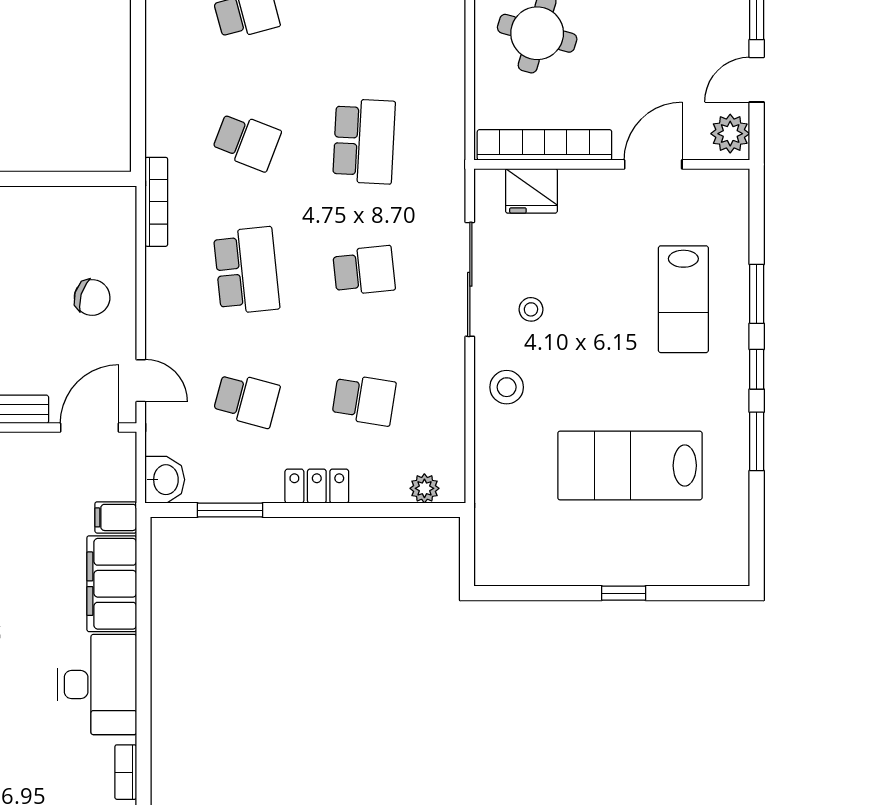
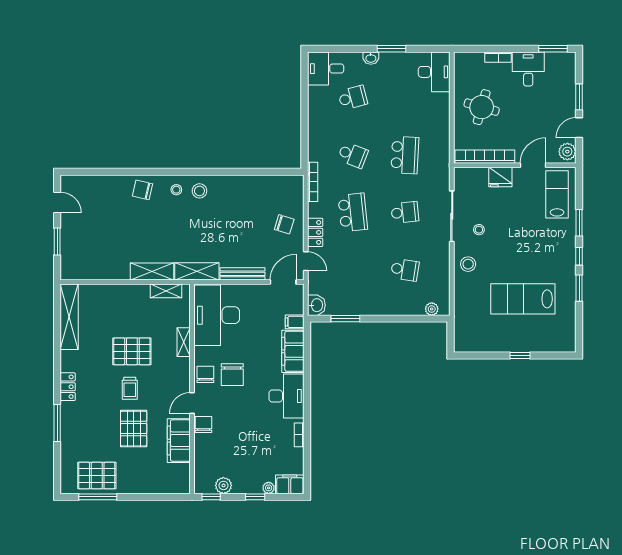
fridge: (531, 191) -> (500, 177), moved
lab bench: (683, 299) -> (557, 194), moved, turned 180
school desk: (247, 400) -> (353, 270), removed
locker: (317, 486) -> (315, 232), moved, turned 90

